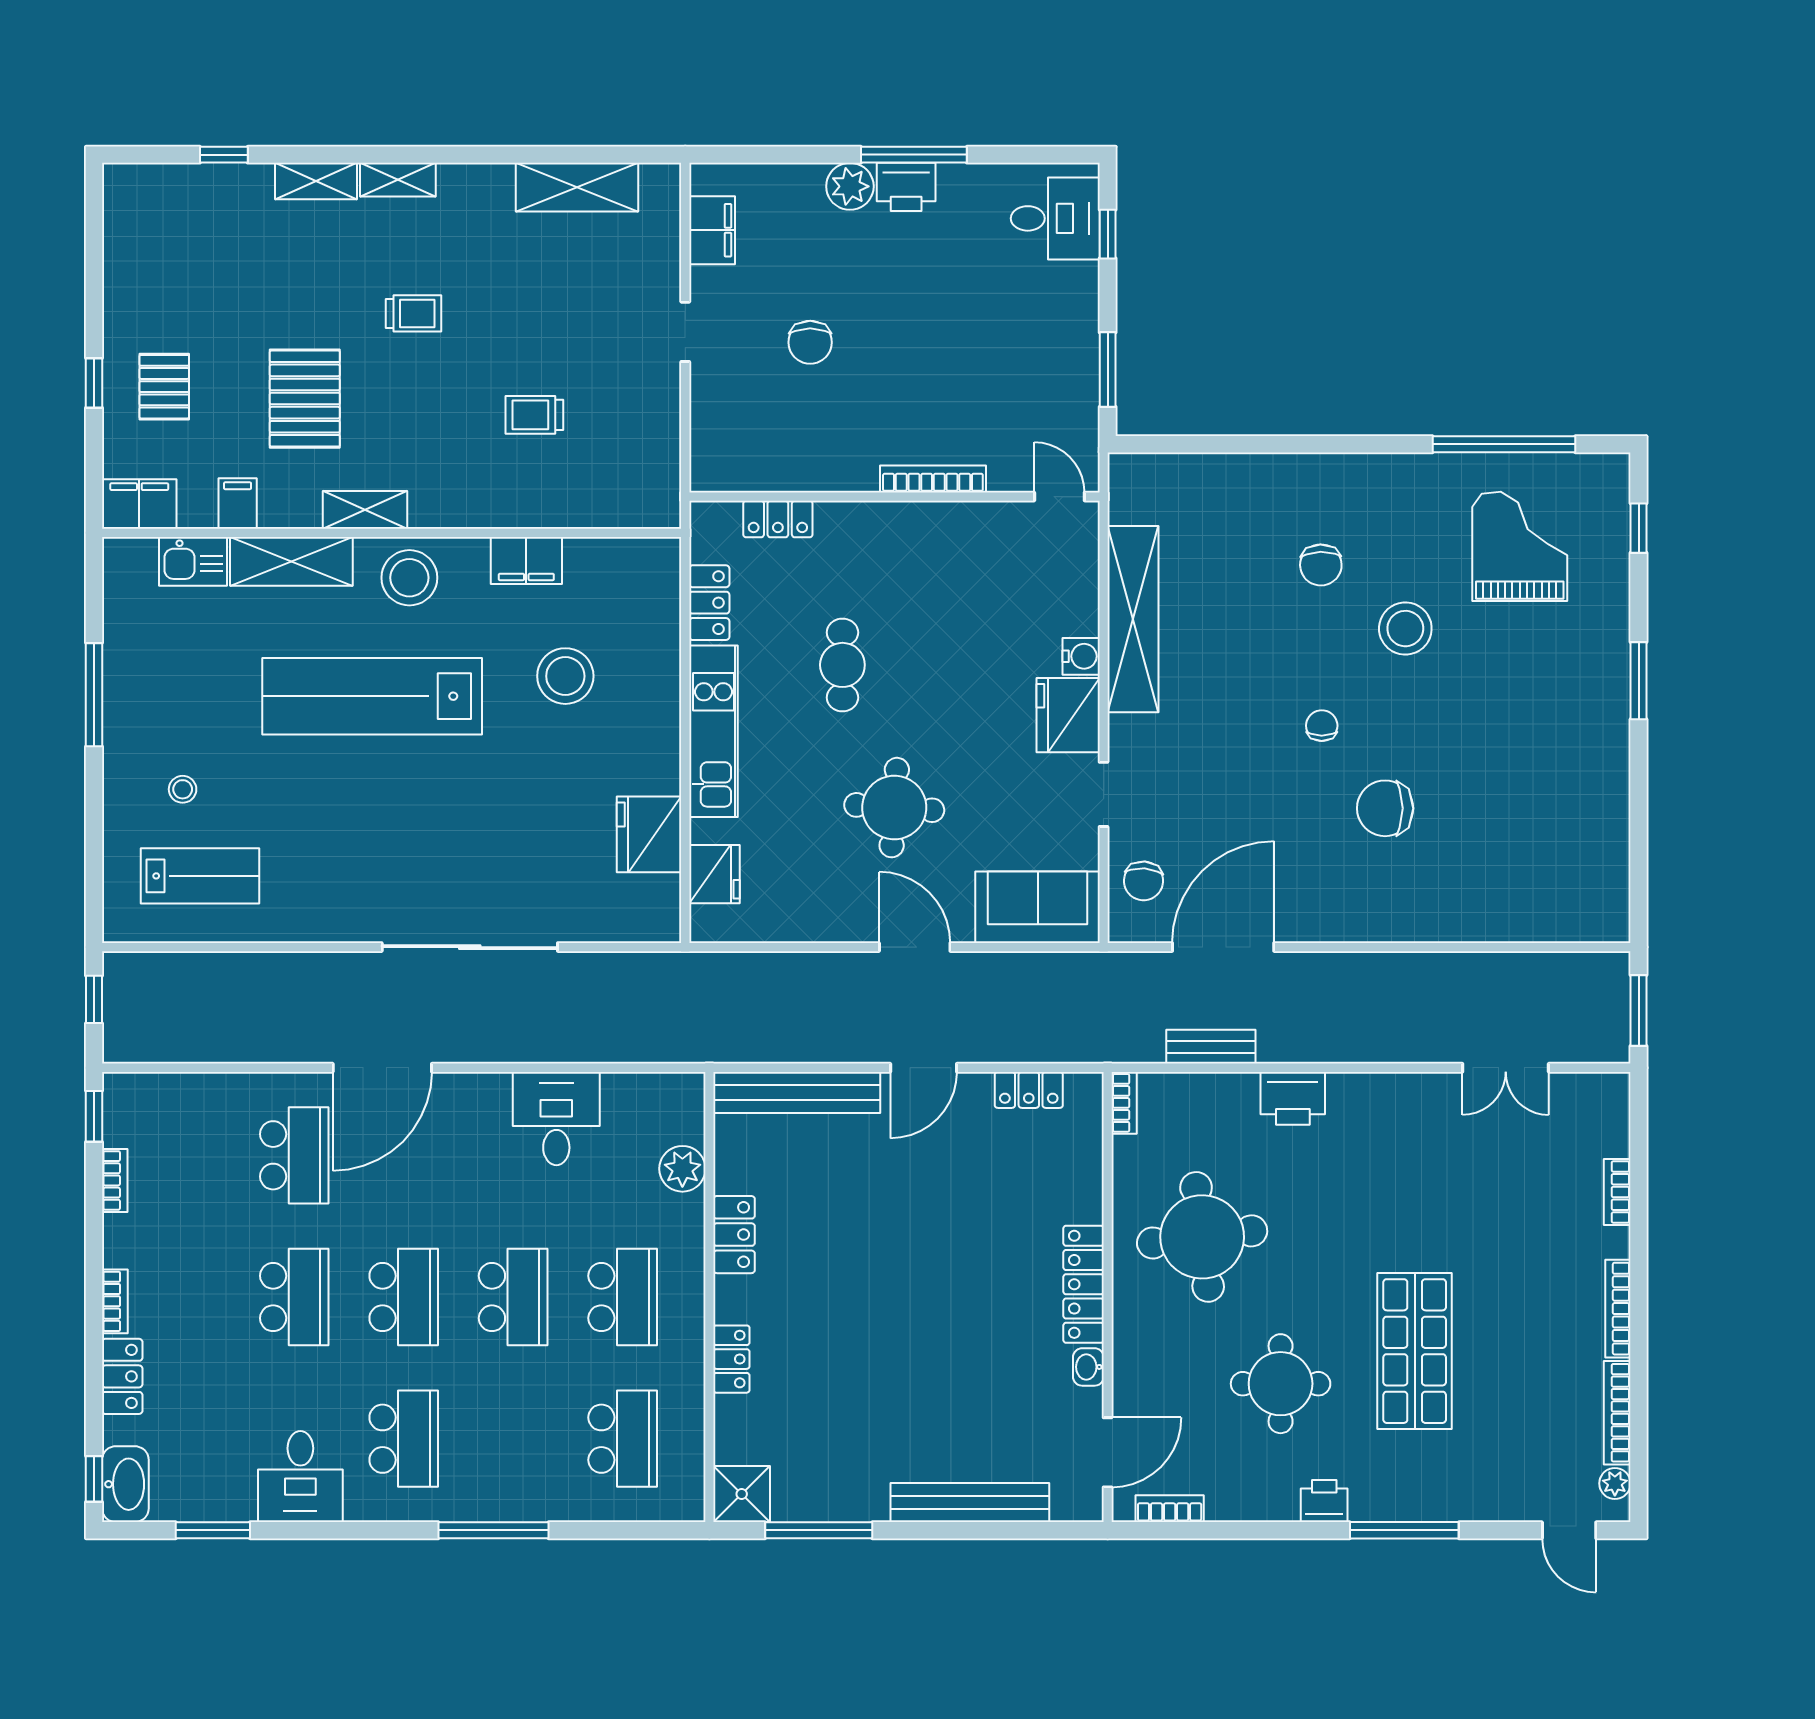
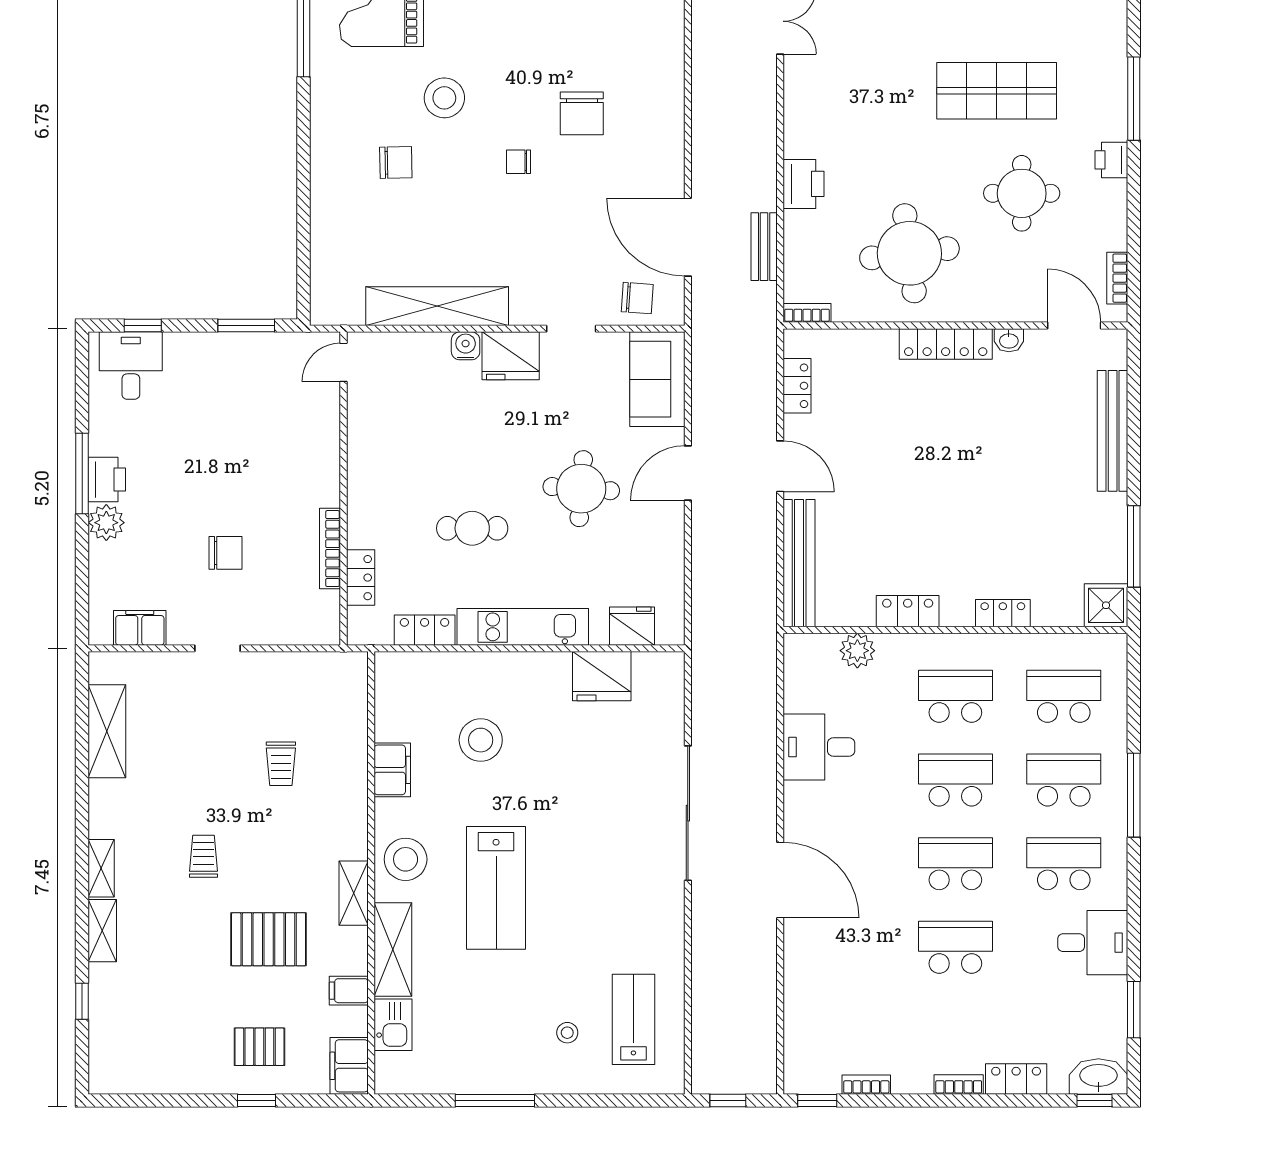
bookcase: (933, 479) -> (330, 549), moved
lab bench: (372, 696) -> (496, 888), width x0.73
school desk: (294, 1155) -> (1064, 780), moved

